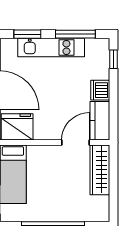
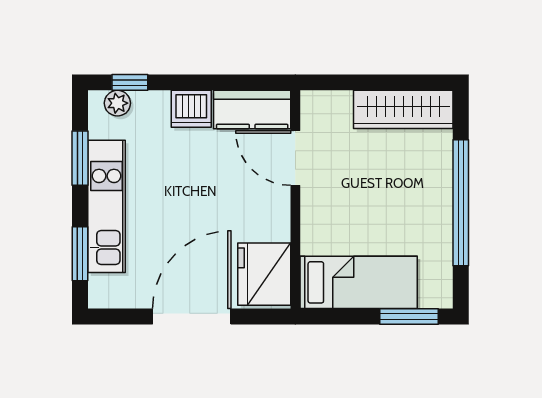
window: (75, 34) -> (80, 158), width x0.69
plant: (103, 53) -> (117, 103), added
wardrobe: (100, 170) -> (403, 109), moved

